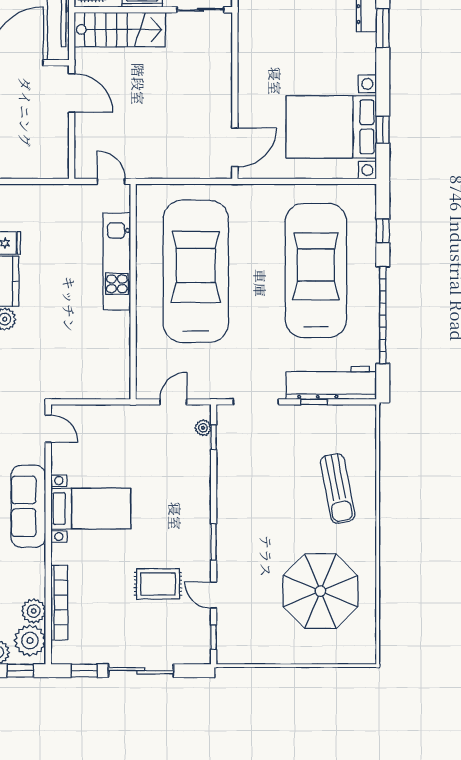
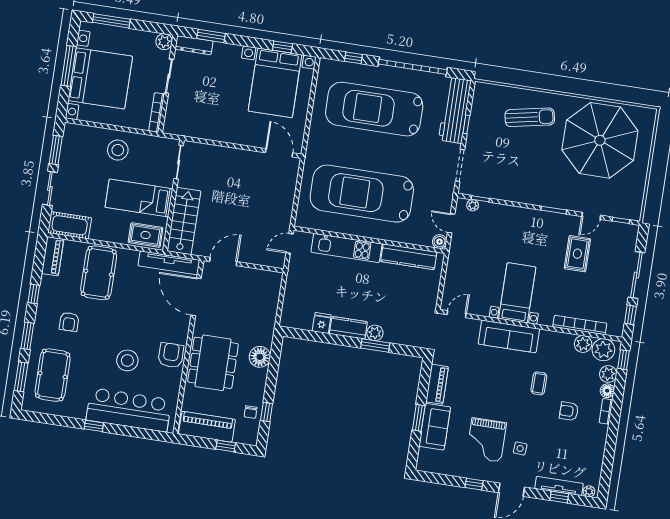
kitchen counter: (118, 350) -> (409, 257), added
boiler: (145, 390) -> (439, 242), added
parasol: (320, 591) -> (600, 140), width x1.36, depth x1.36

